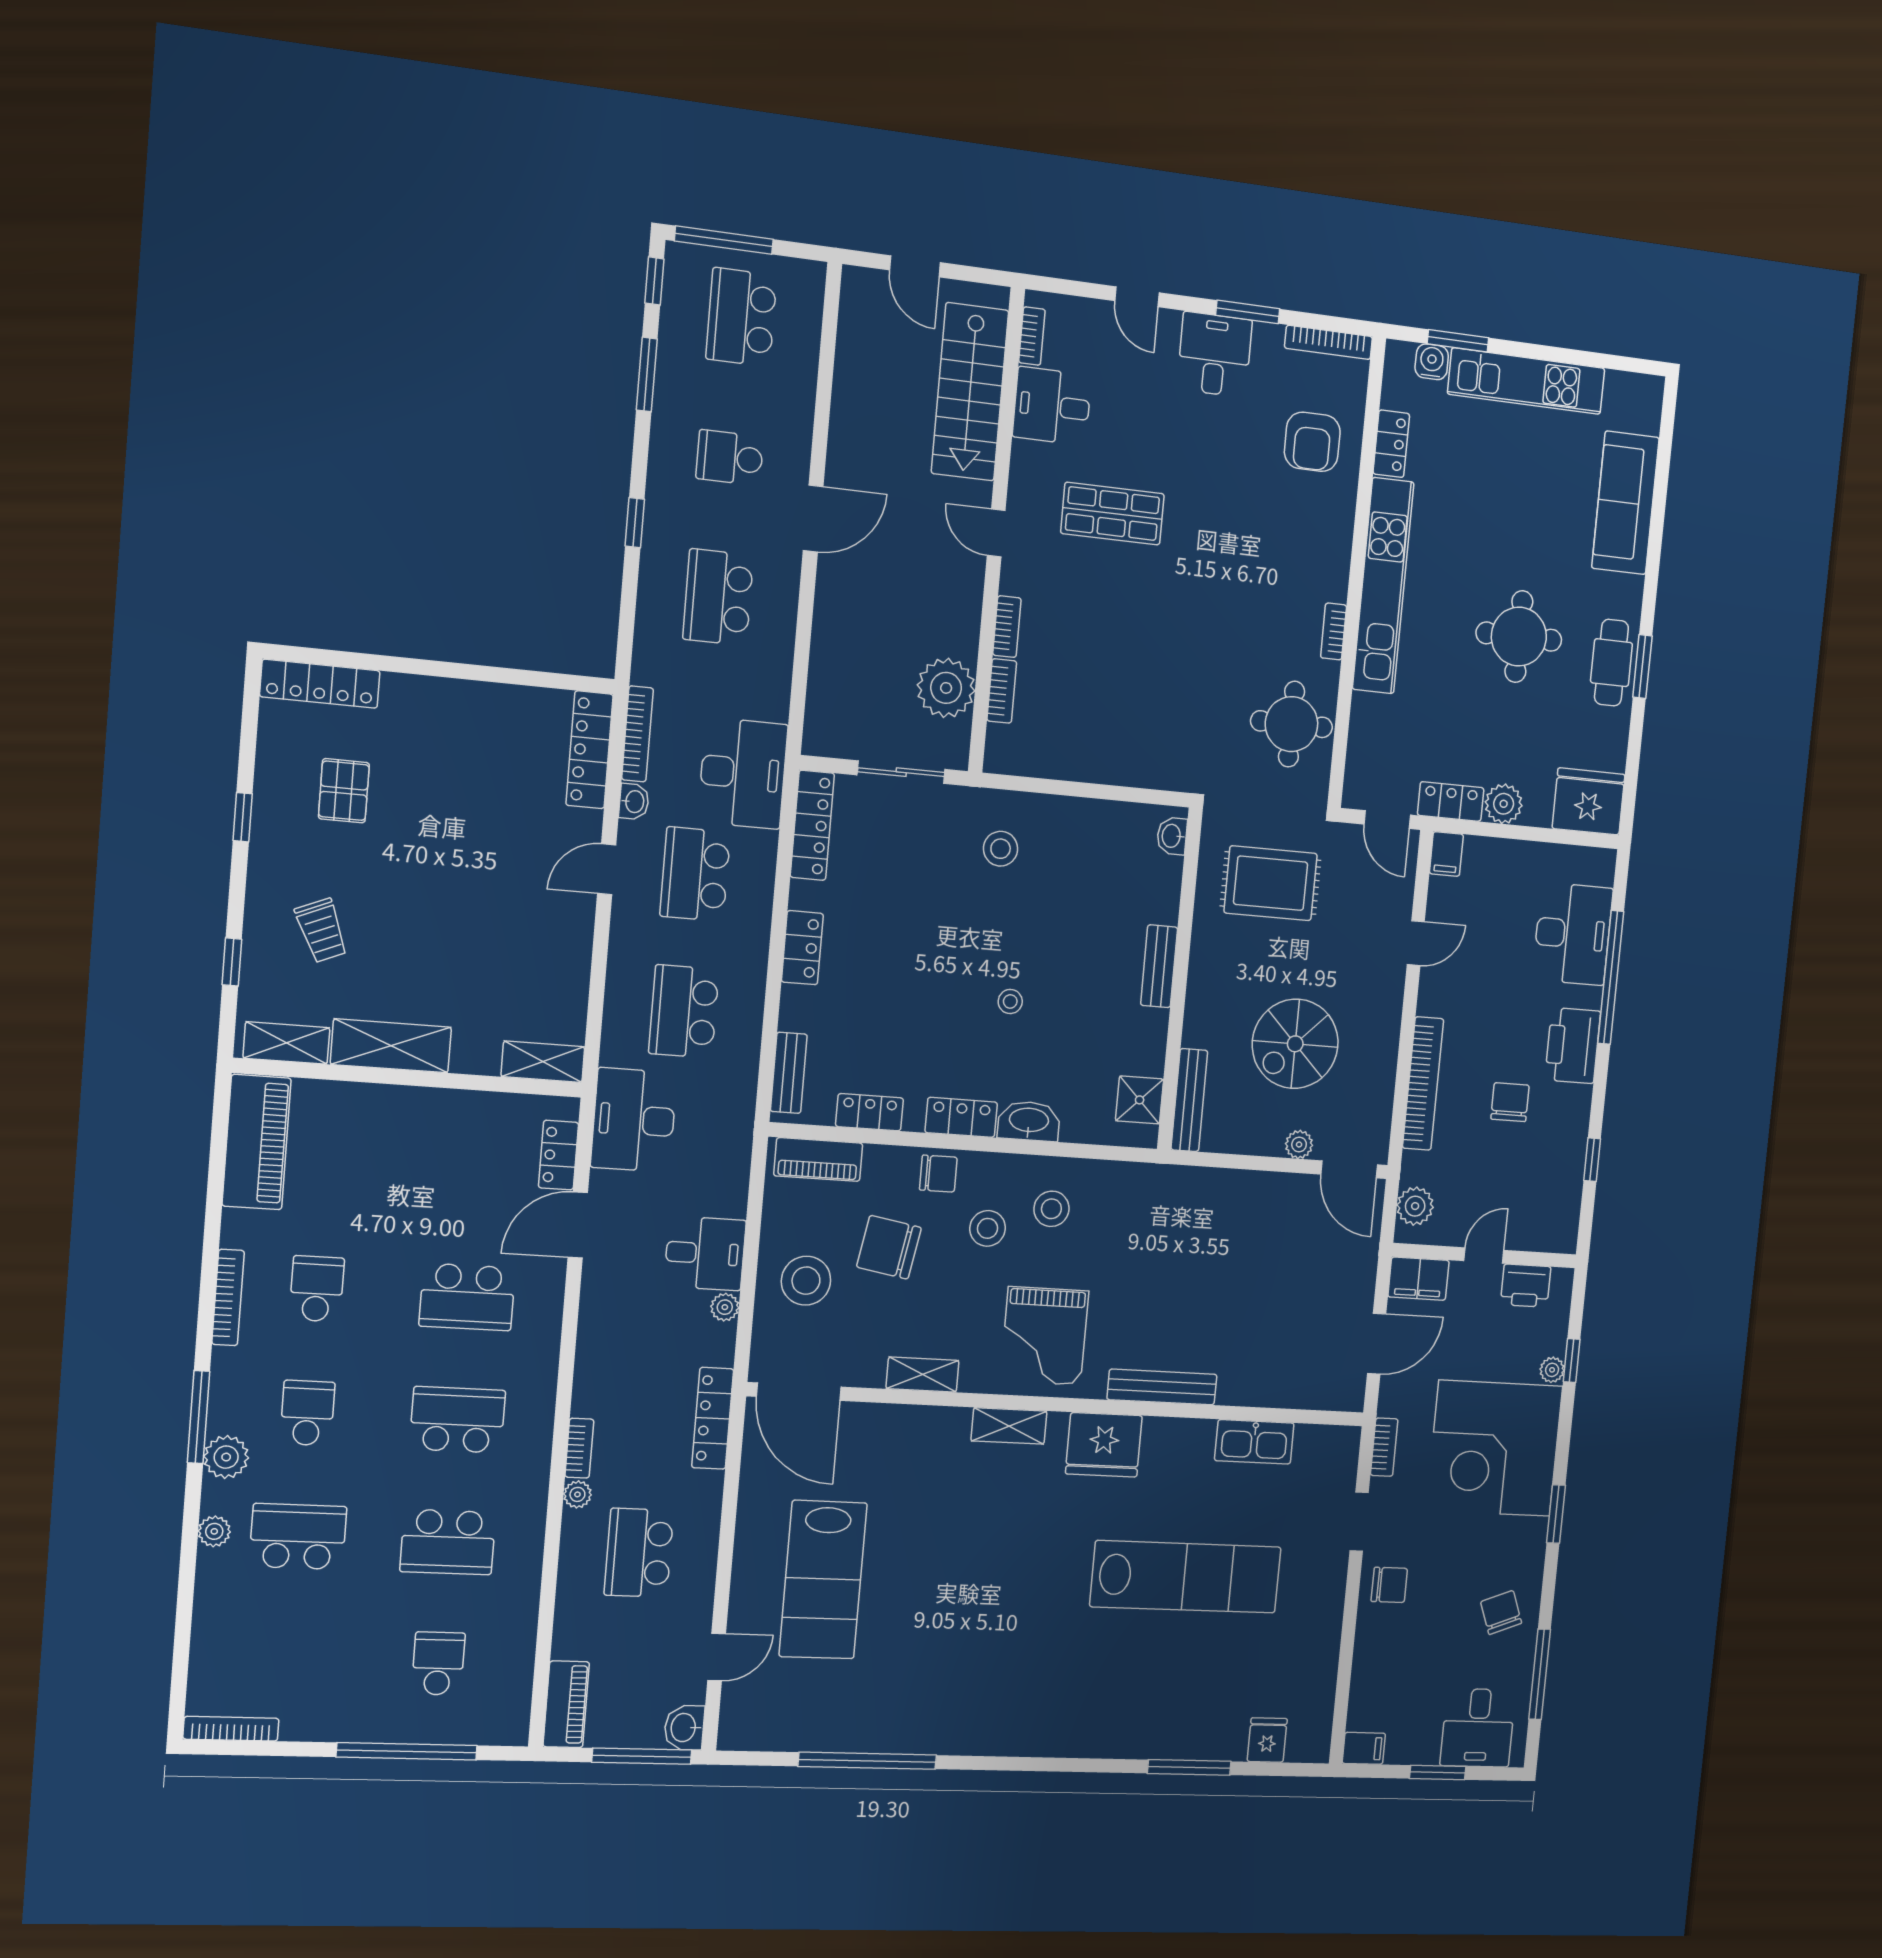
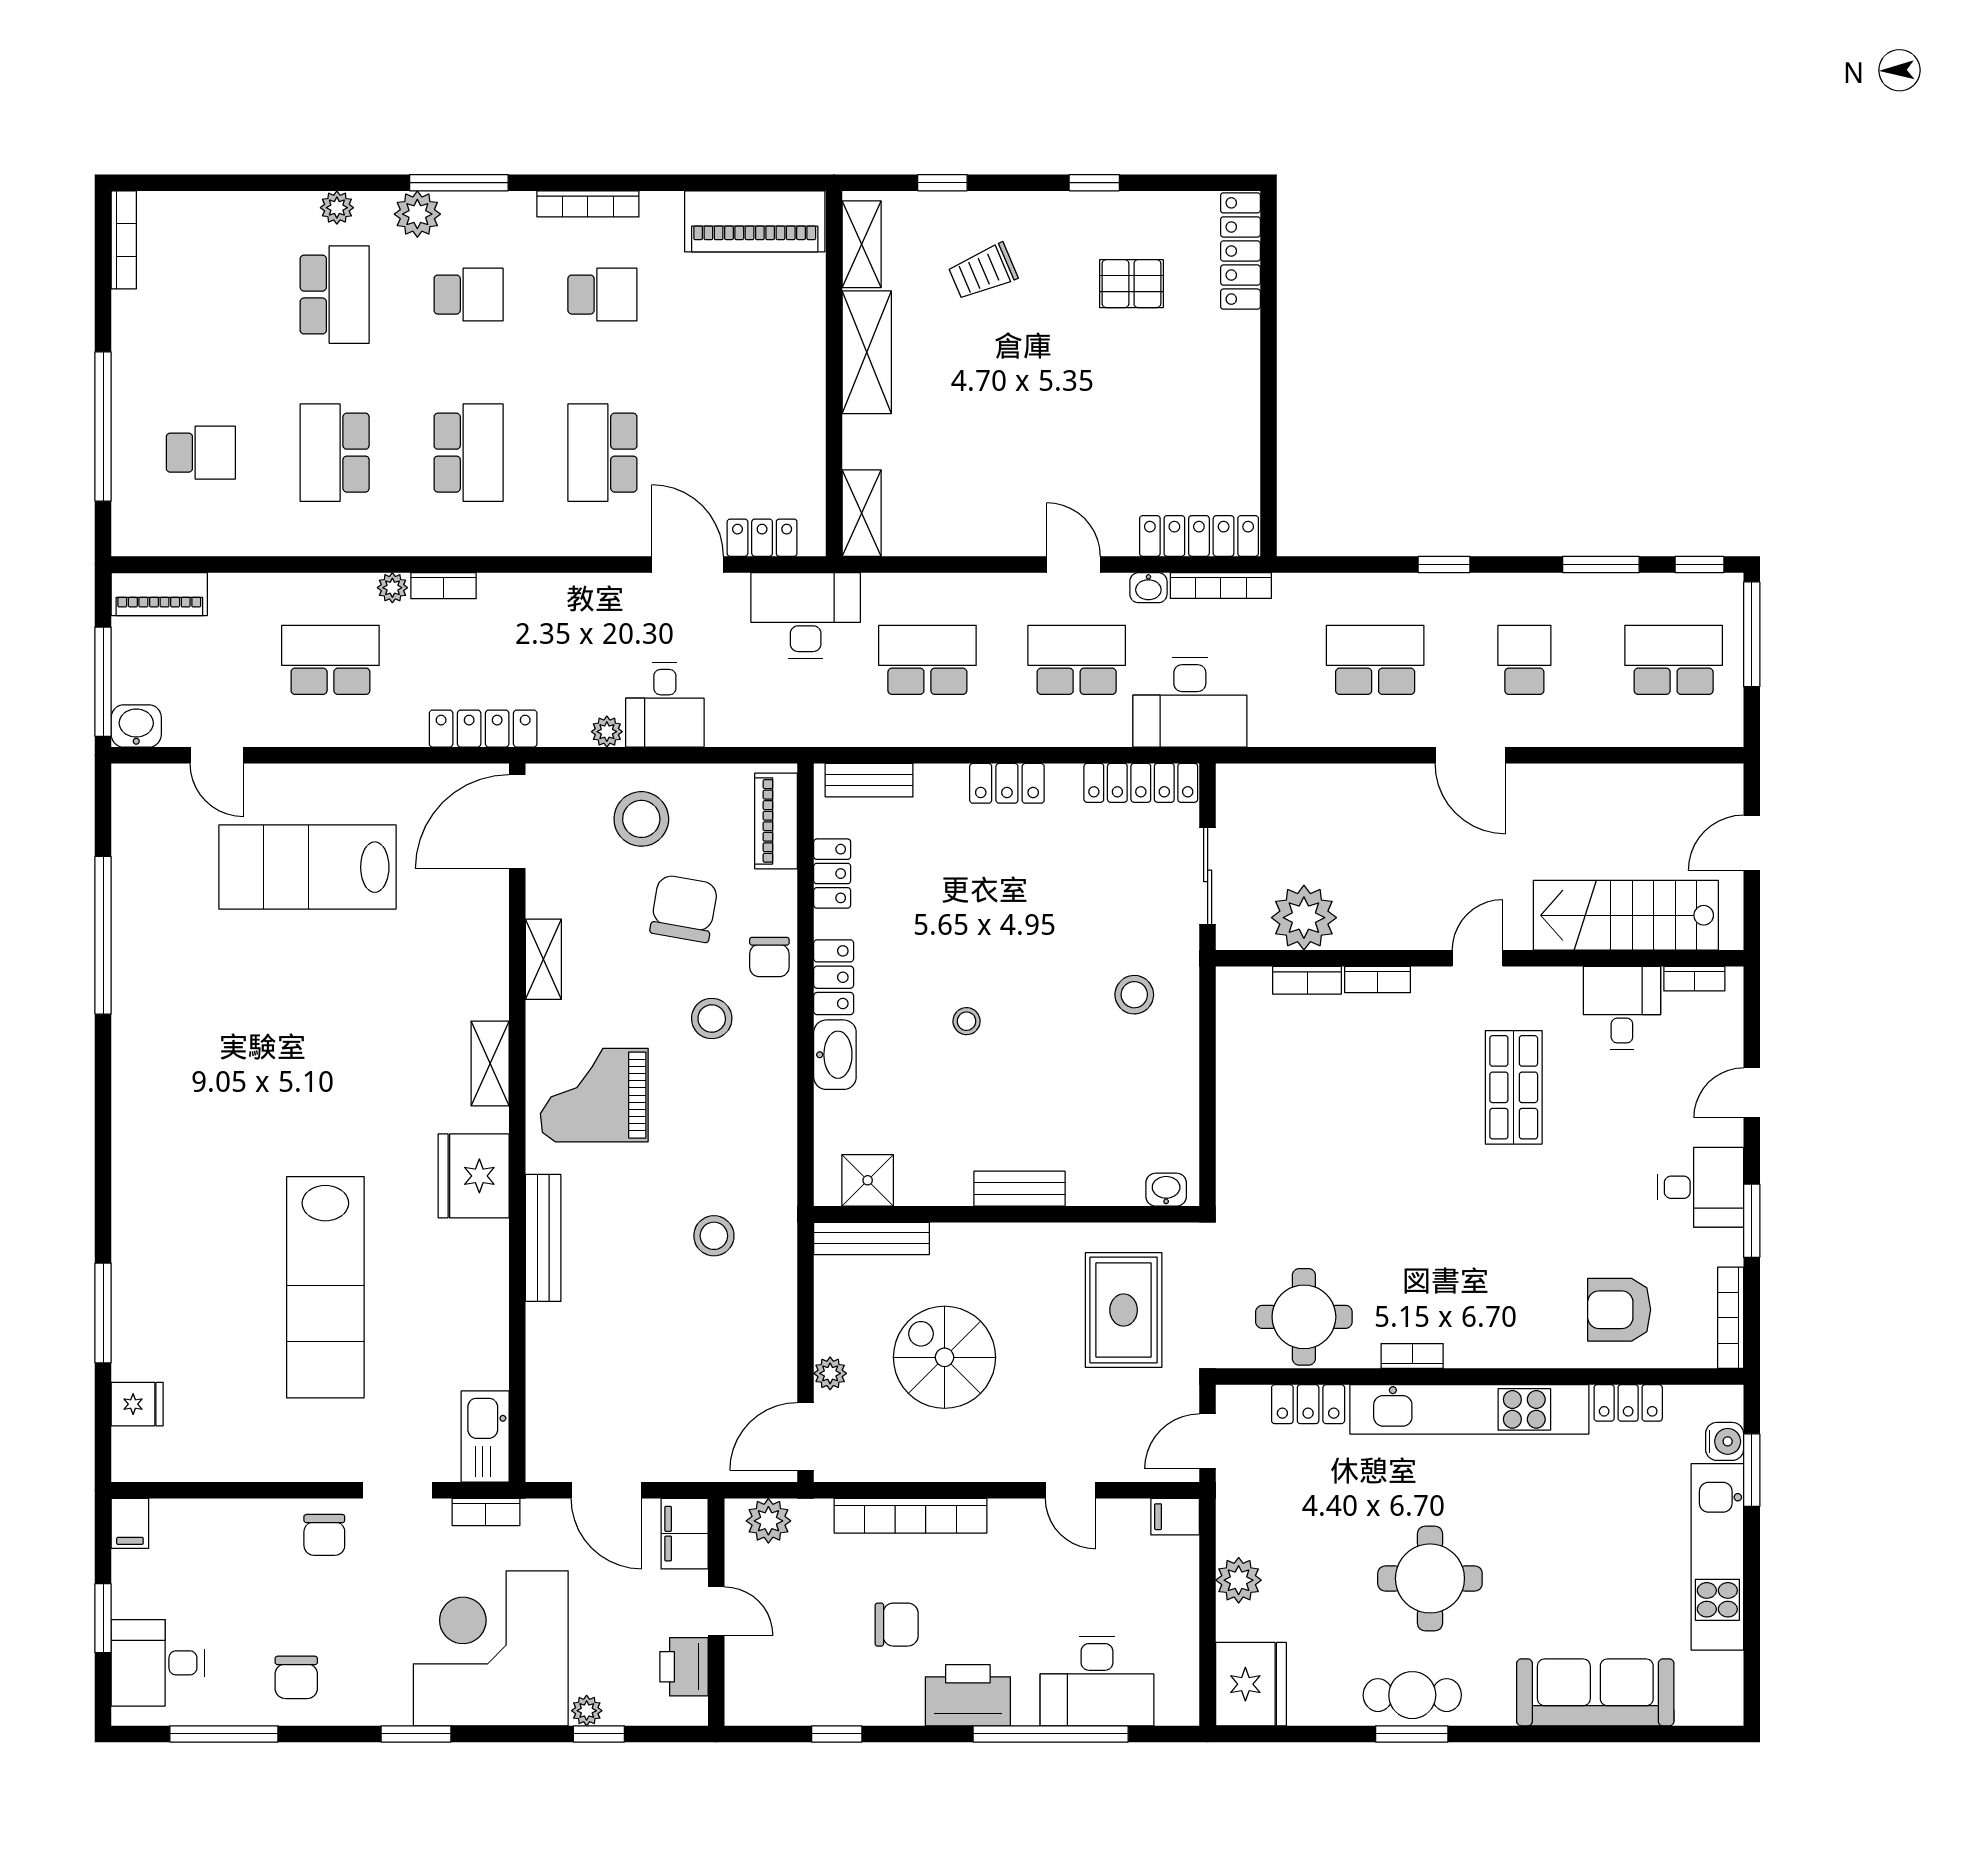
locker: (1451, 801) -> (1308, 1404), moved, turned 90
stool: (1051, 1209) -> (714, 1236), moved
kitchen sink: (1254, 1442) -> (485, 1437), moved
chair: (1501, 1612) -> (296, 1677), turned 111

